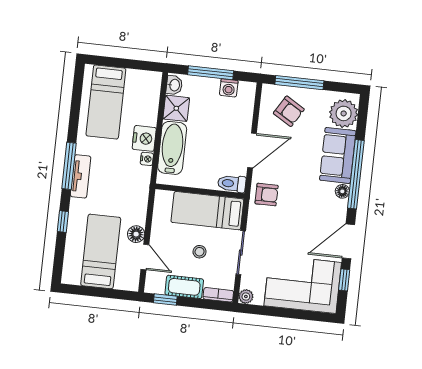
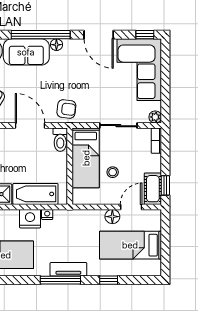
armchair: (267, 195) -> (66, 109), turned 97
stool: (200, 252) -> (113, 172), moved
window: (344, 280) -> (145, 35), moved
cot: (184, 287) -> (153, 189), moved

